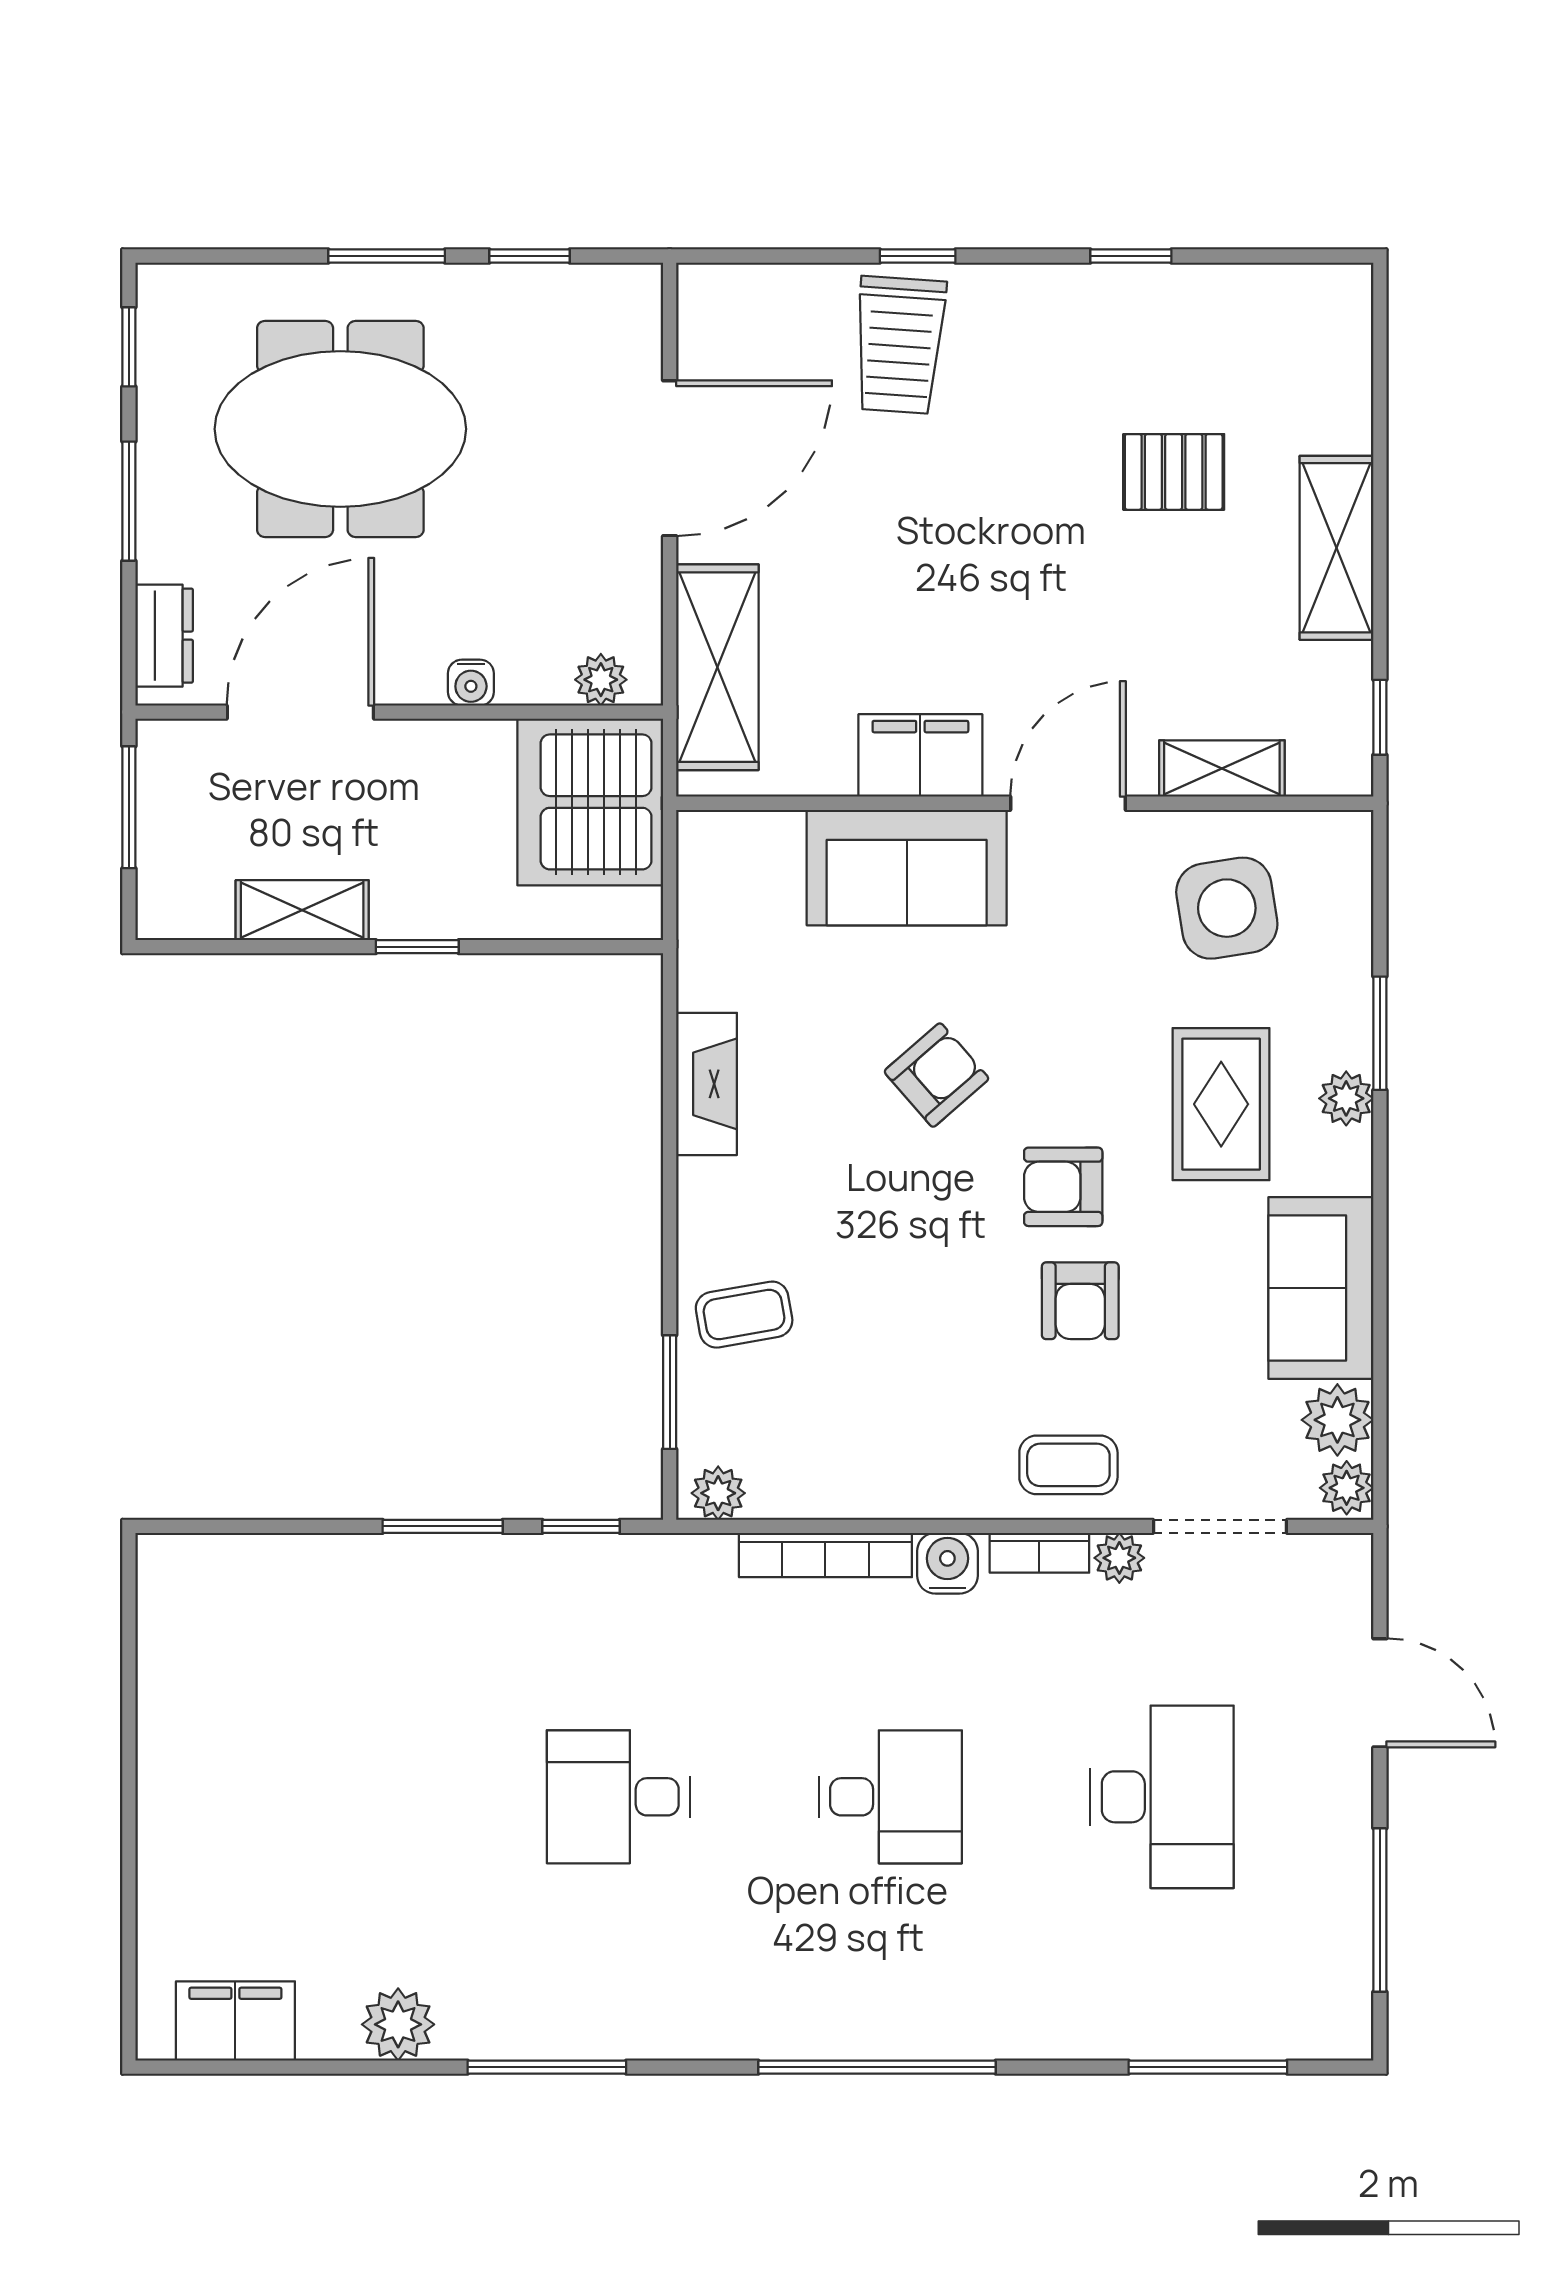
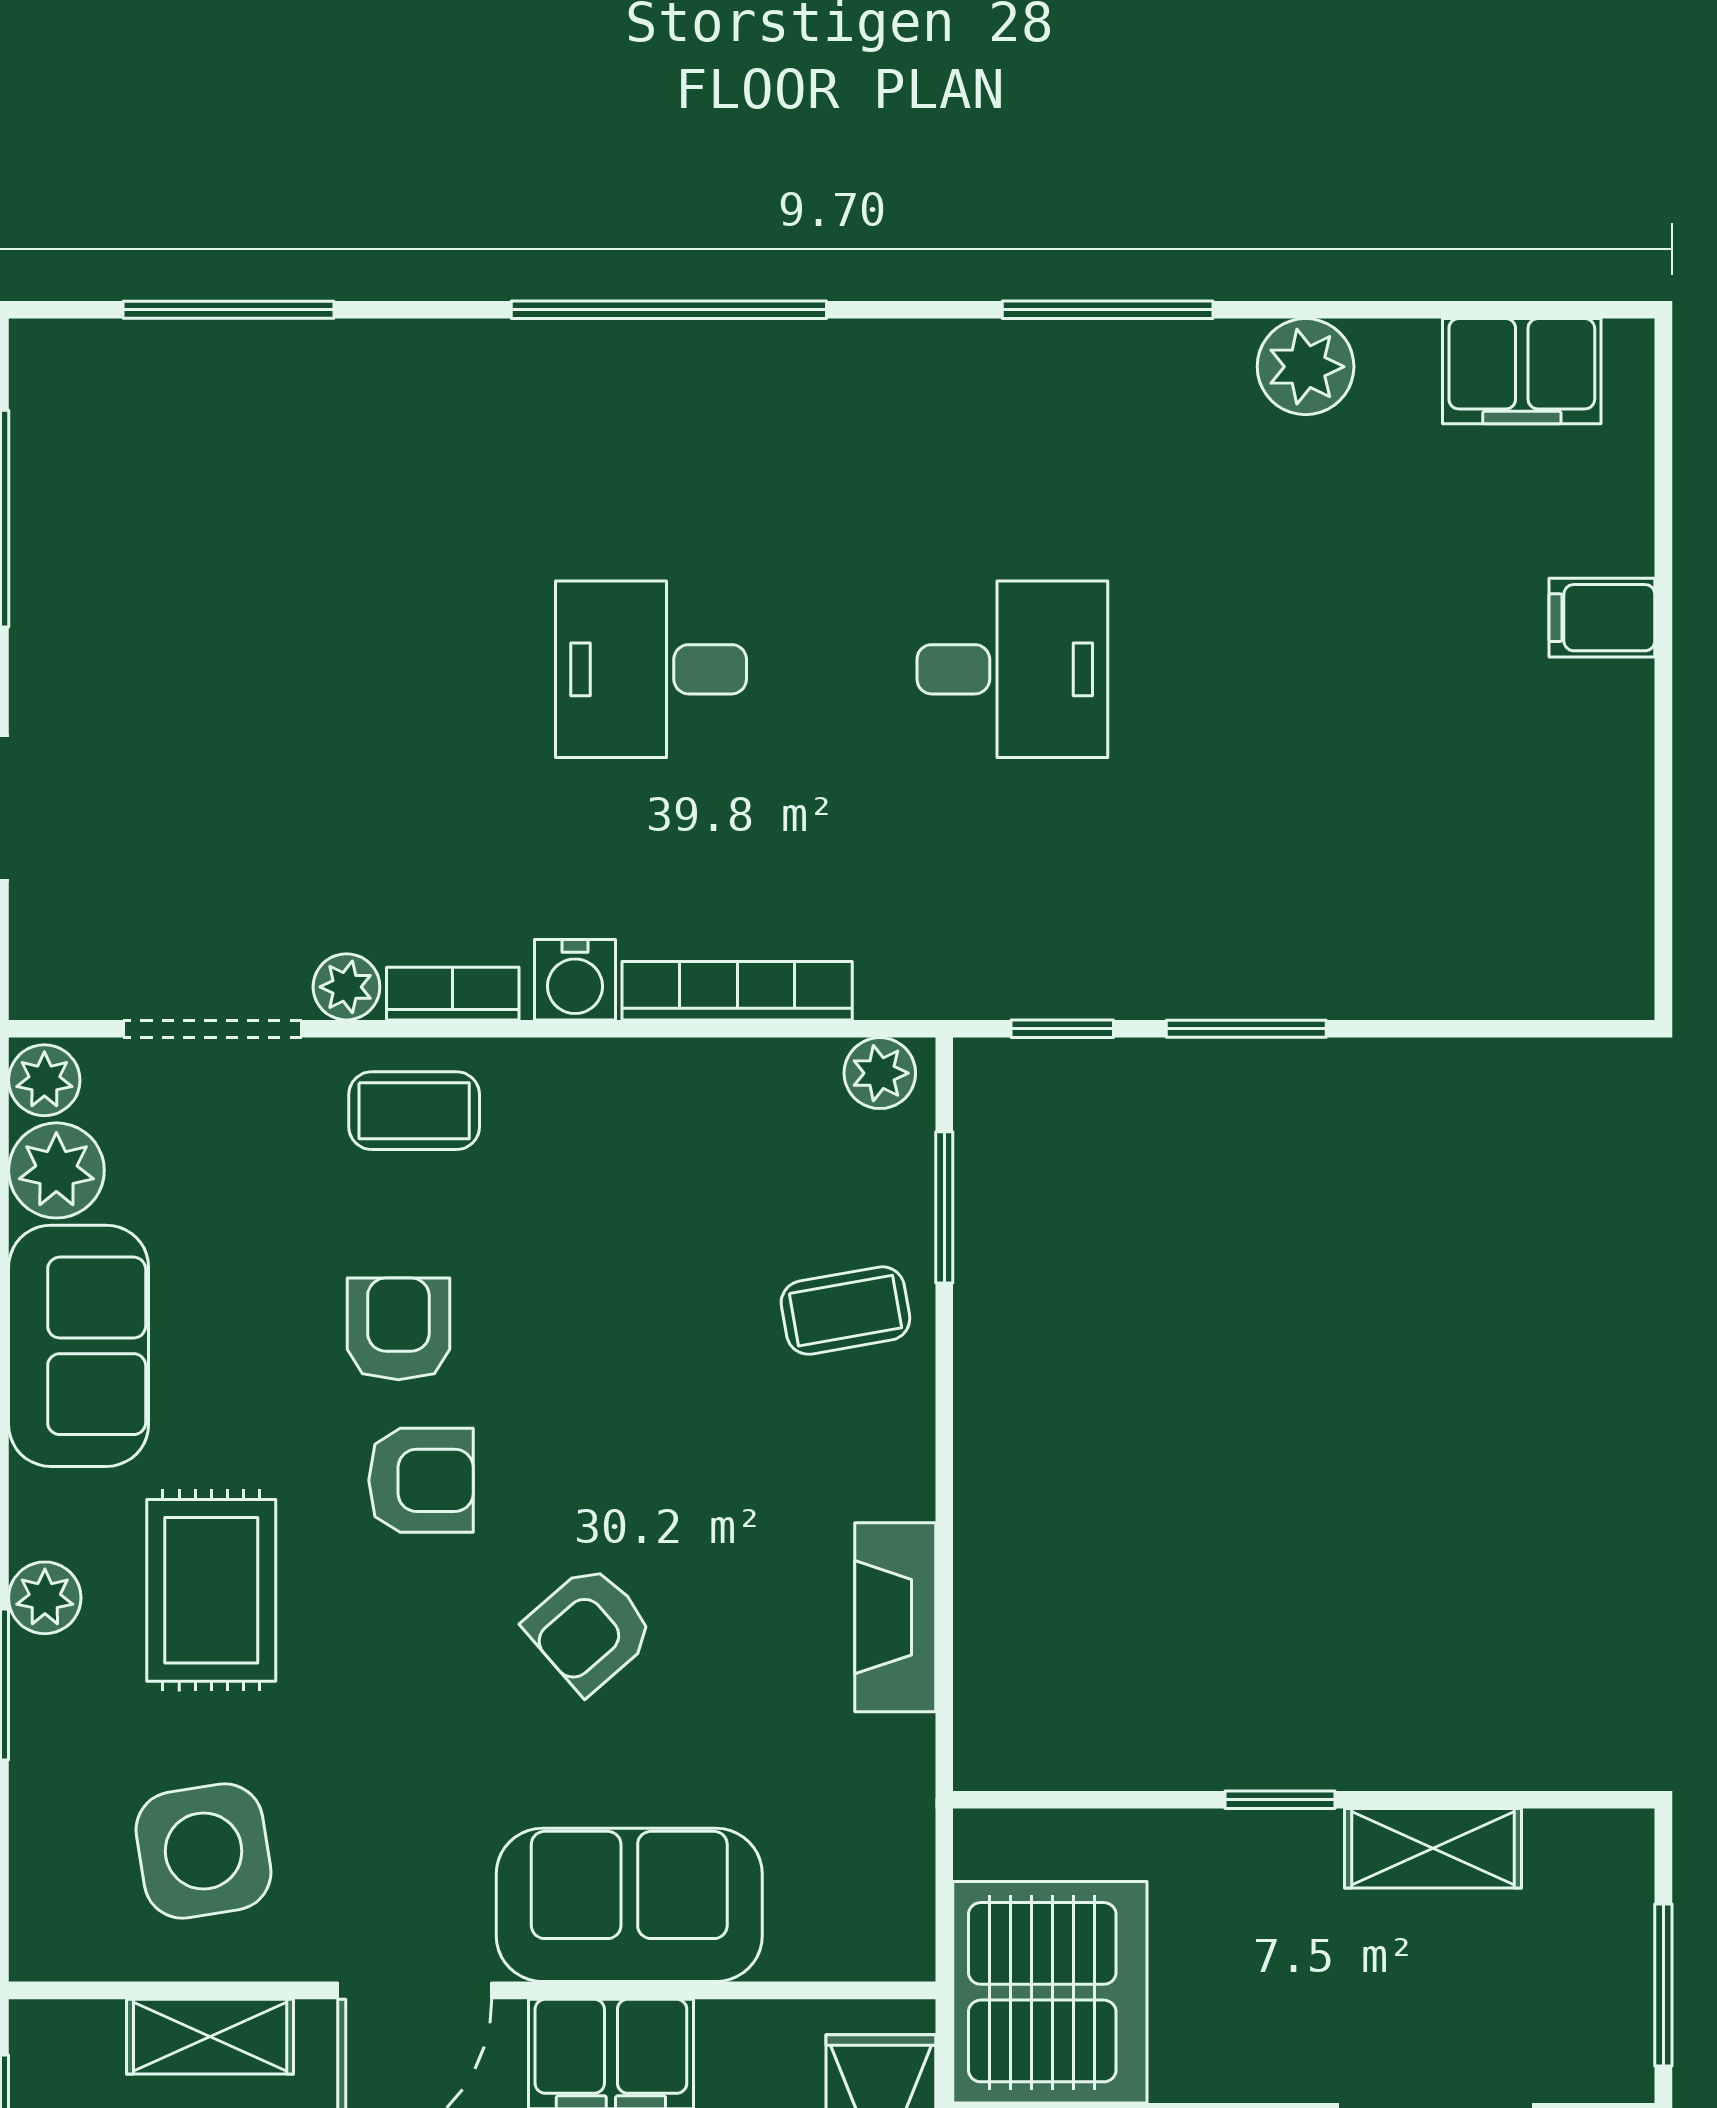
desk: (1162, 1797) -> (290, 669), removed
filing cabinet: (175, 1836) -> (1602, 618), added

